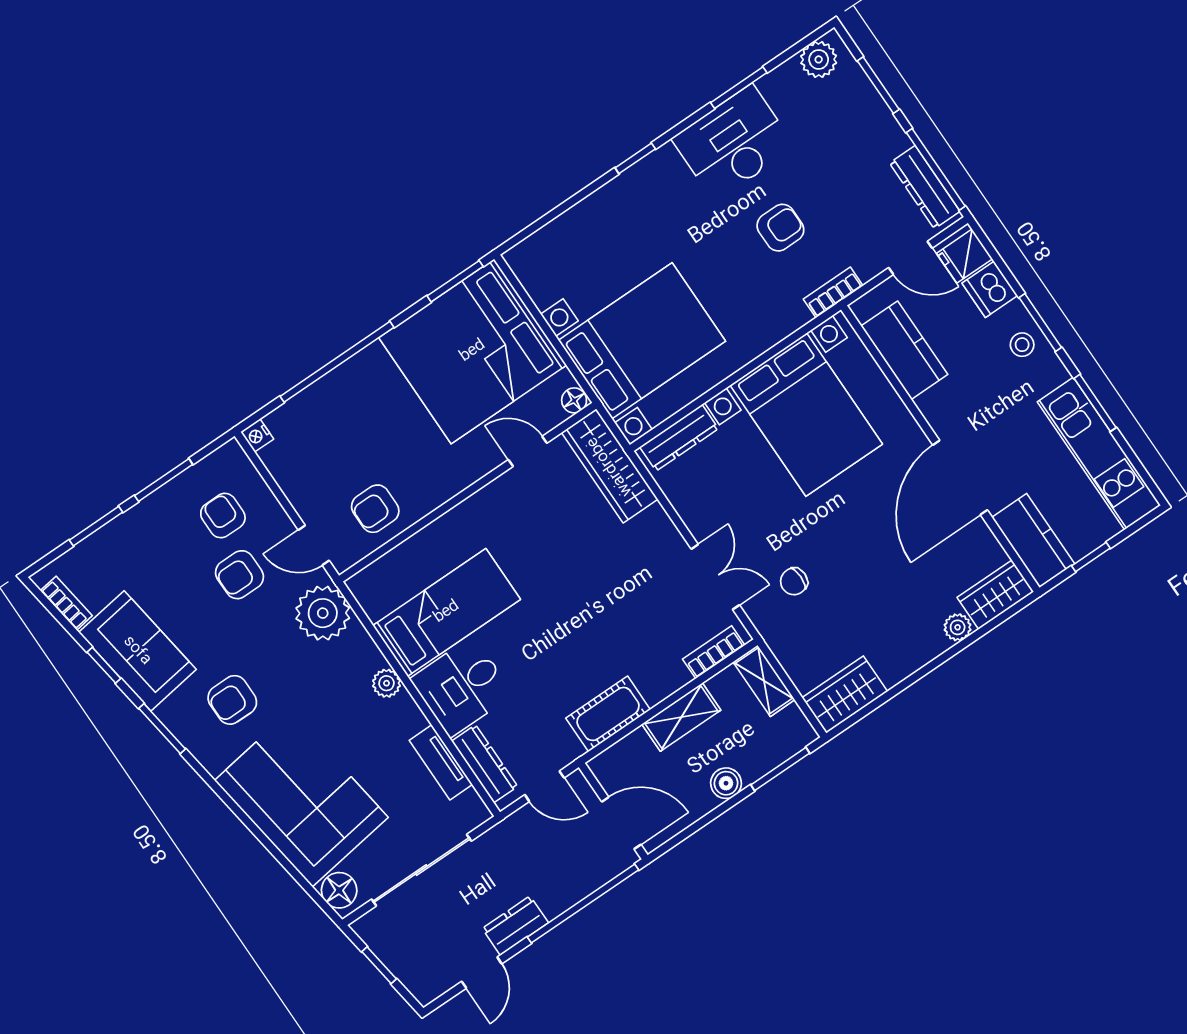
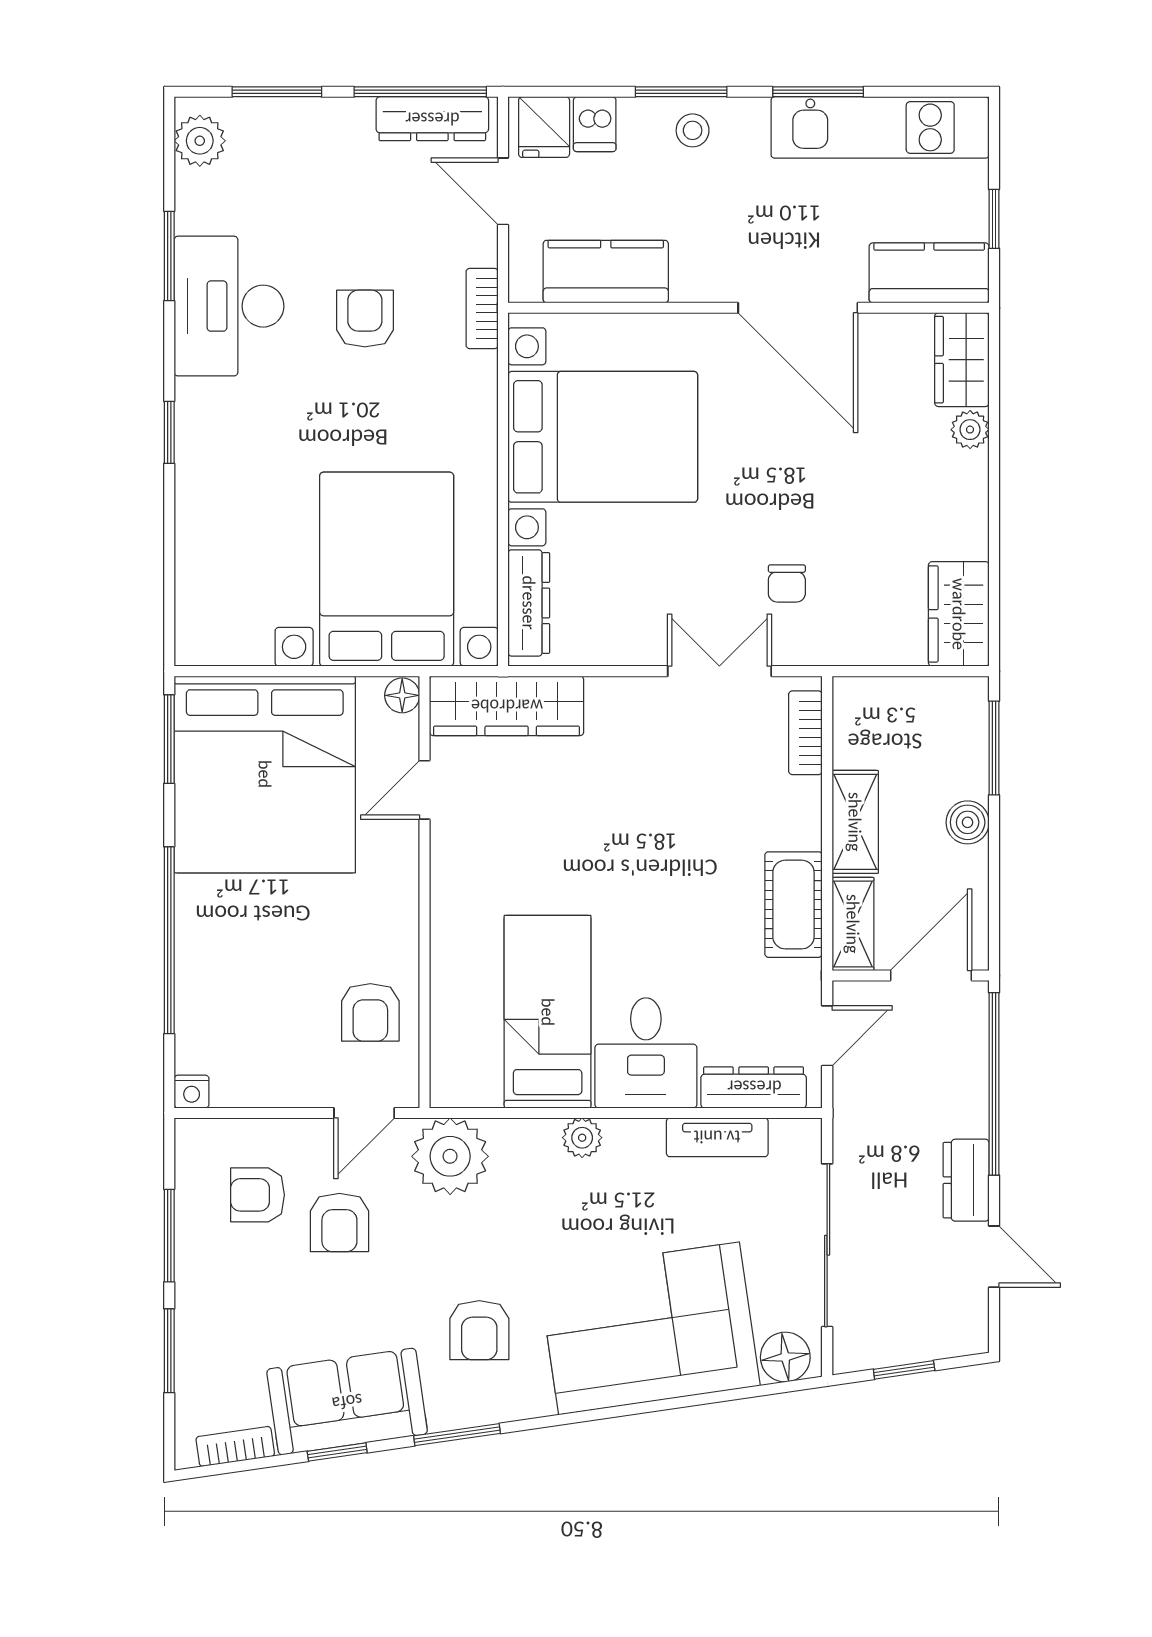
door: (910, 258) -> (503, 191), swing flipped
dishwasher: (990, 289) -> (595, 124), width x0.73
shelving: (764, 681) -> (853, 924), moved, turned 90

